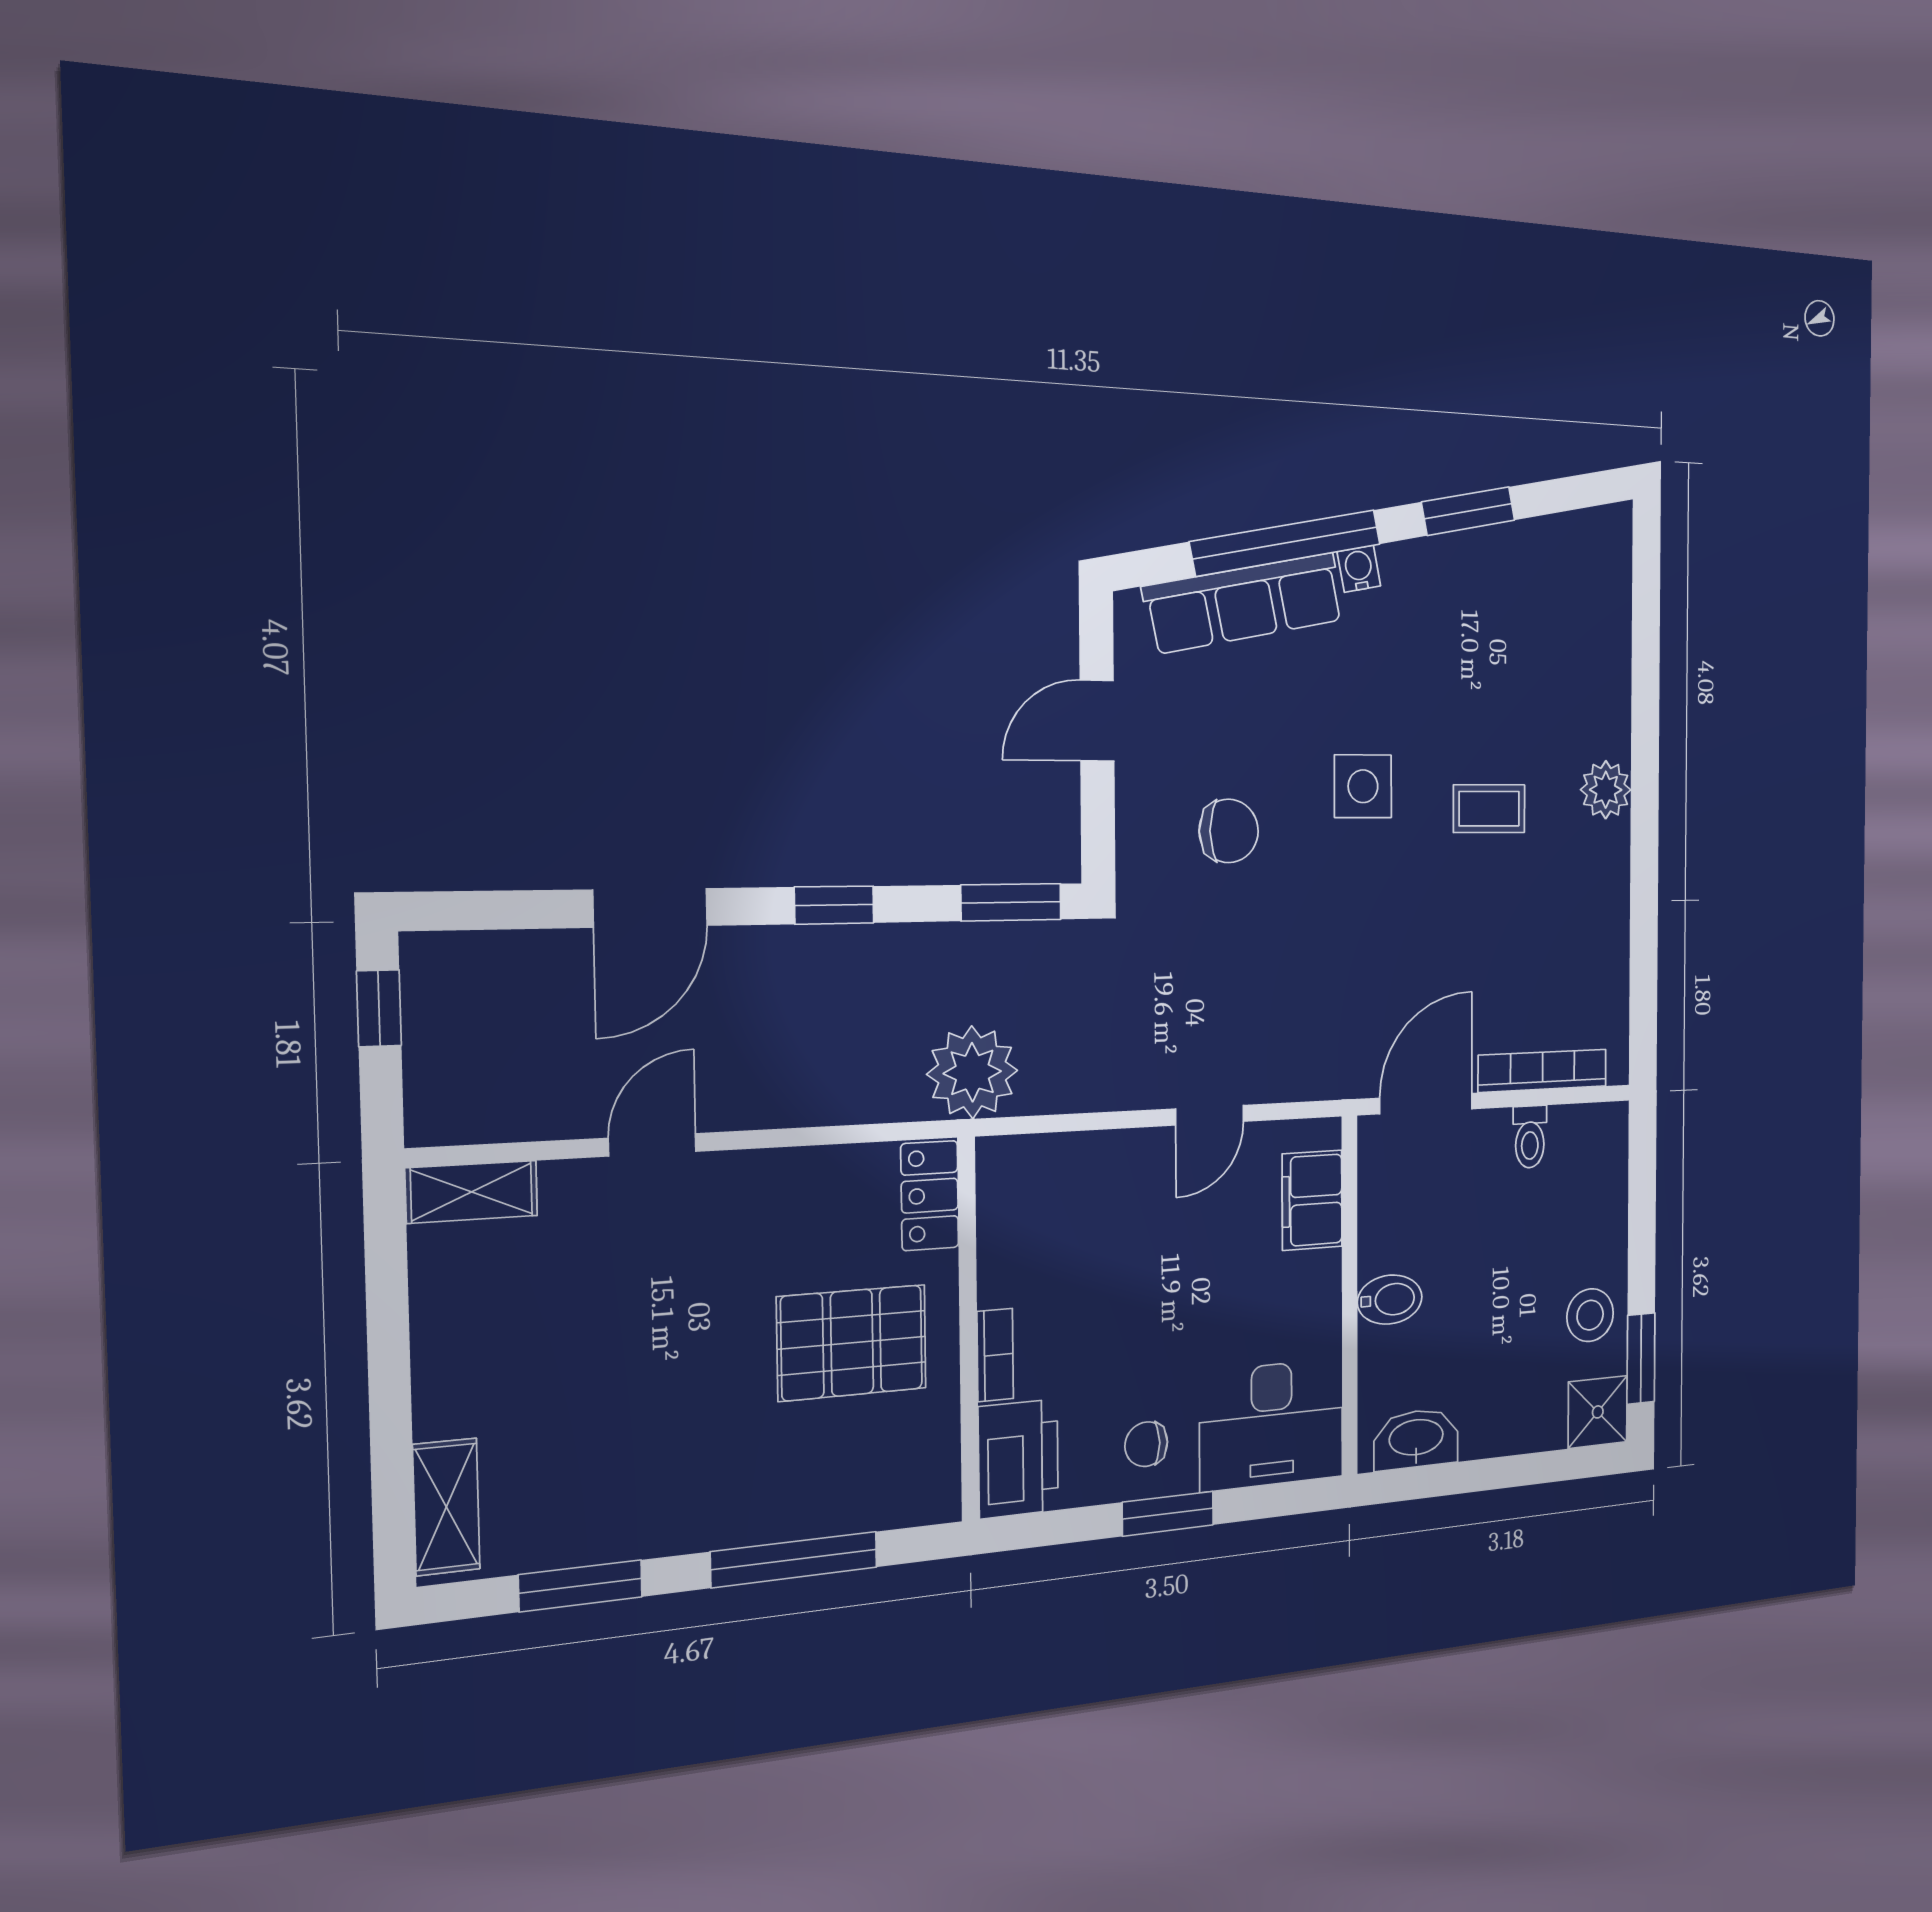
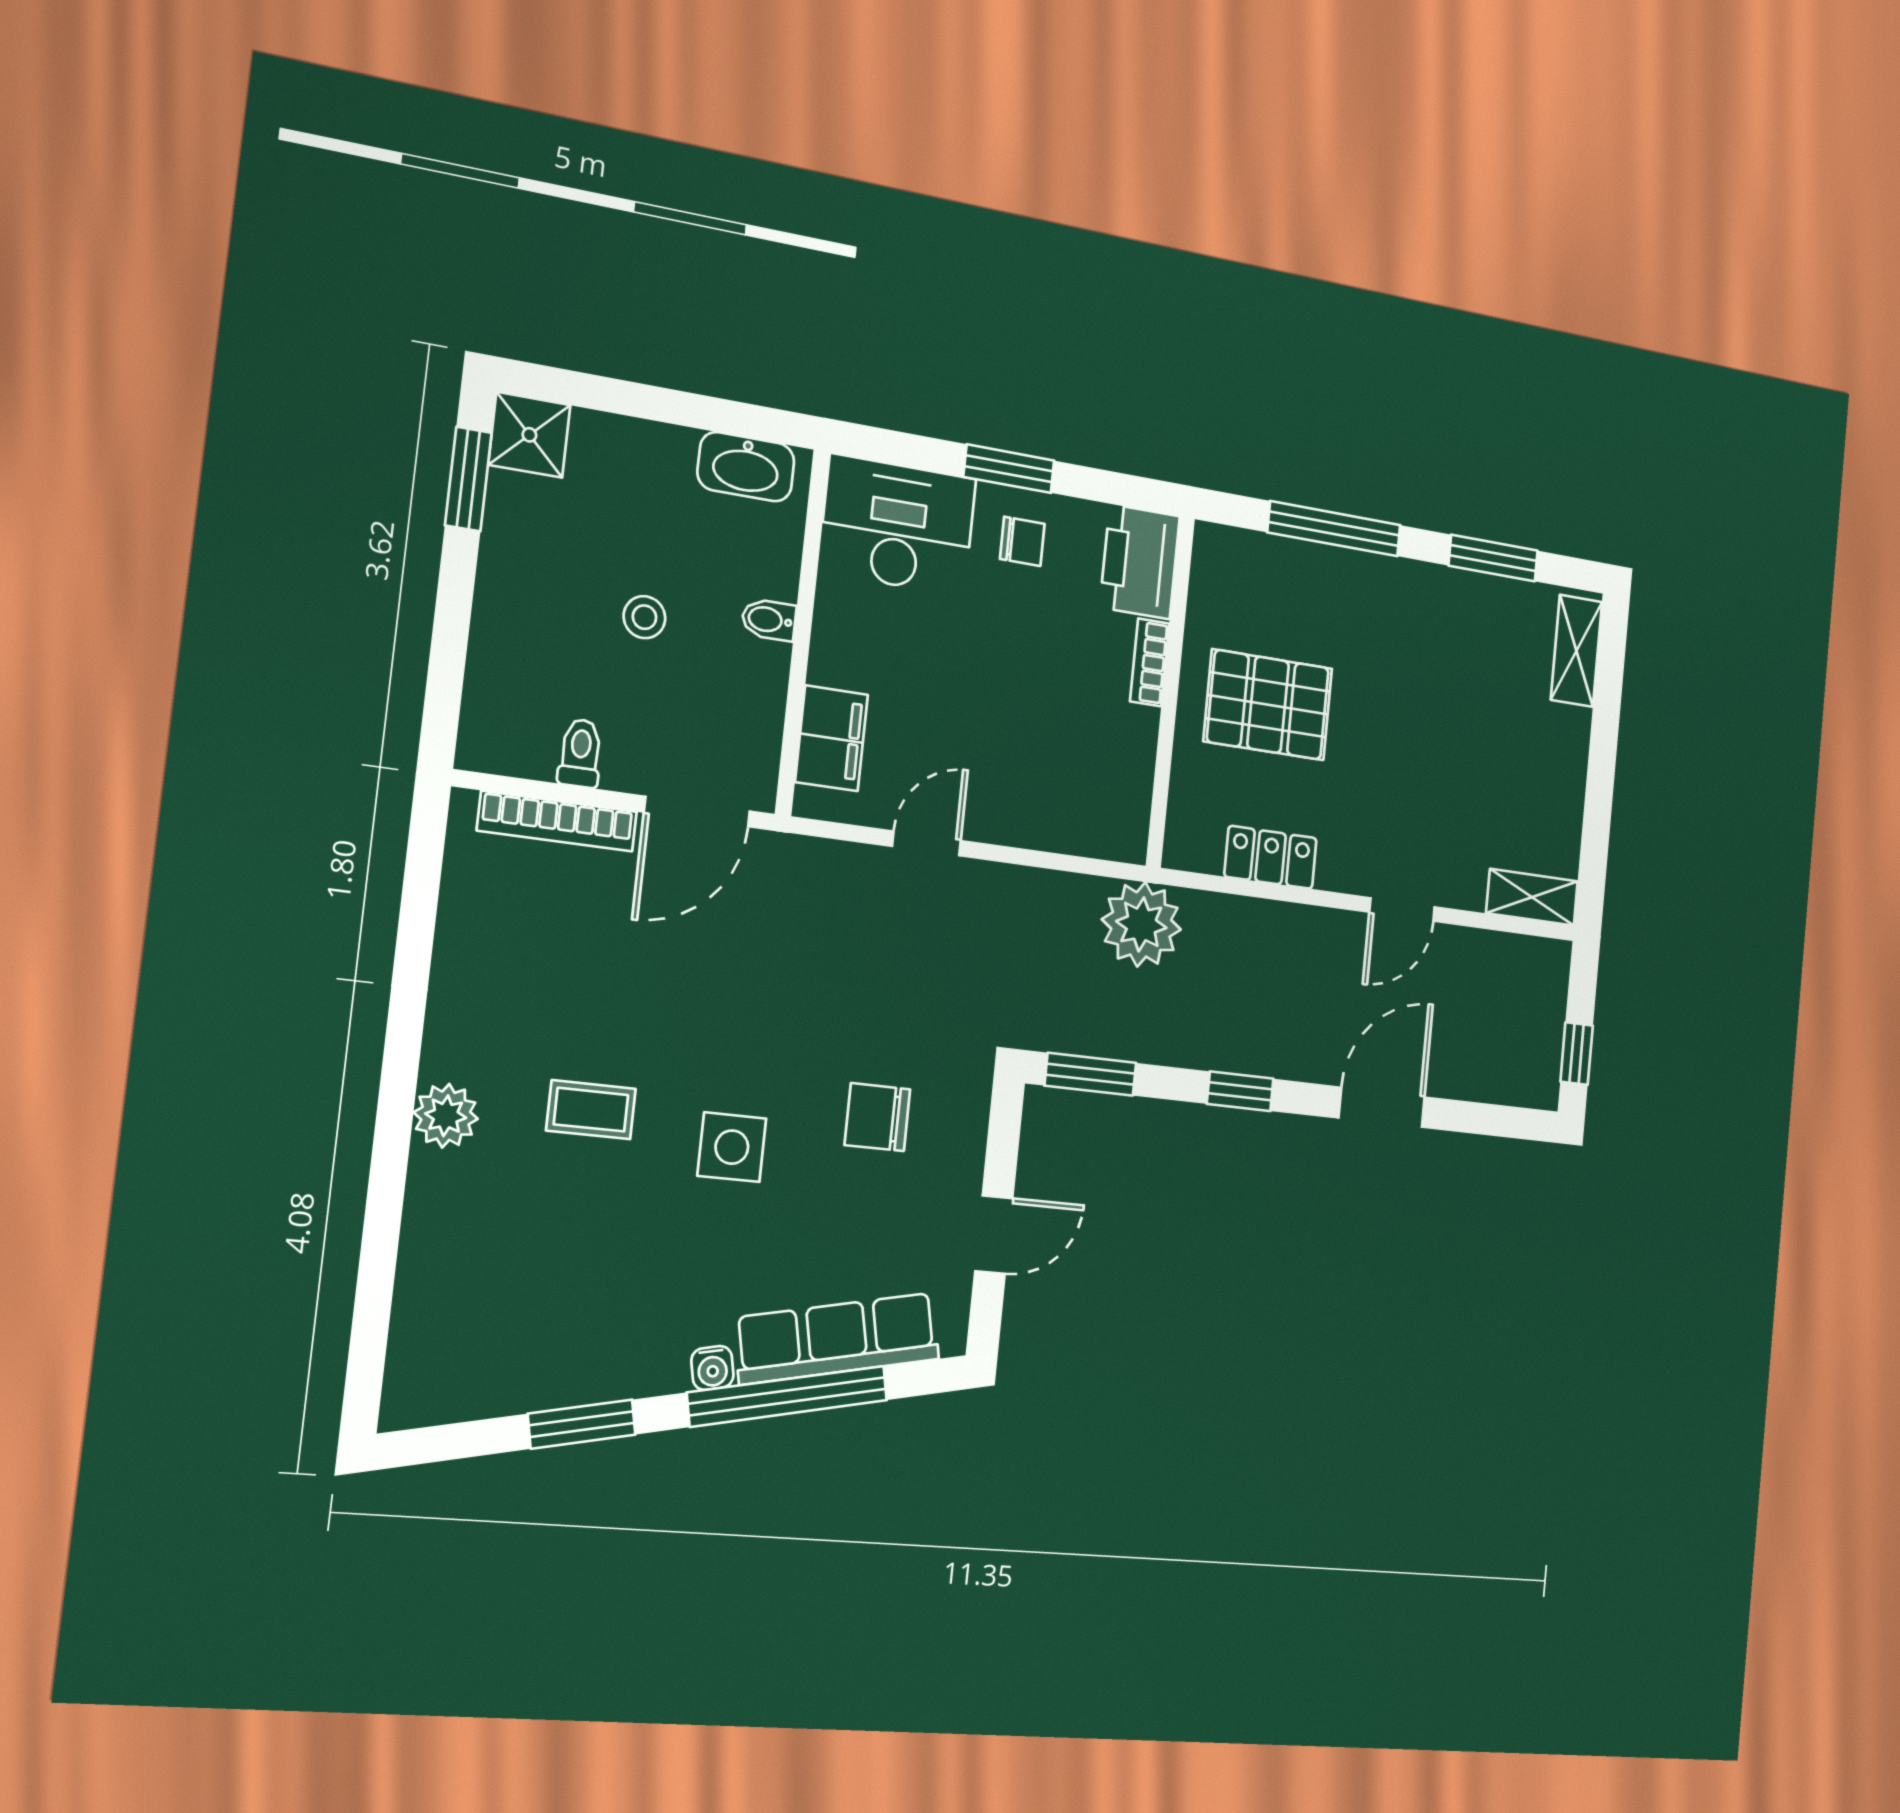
locker: (930, 1196) -> (1271, 857), moved, turned -90
bidet: (1390, 1300) -> (769, 620), width x0.72, depth x0.74
stool: (1590, 1315) -> (644, 617), moved, width x0.73, depth x0.73

